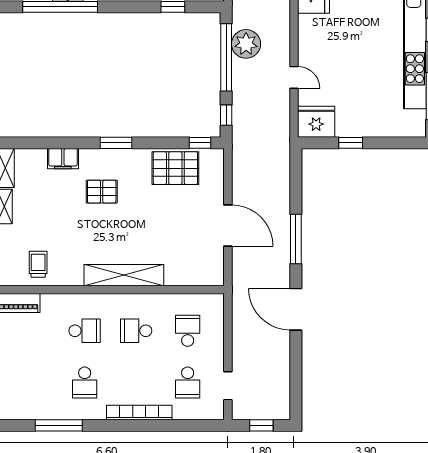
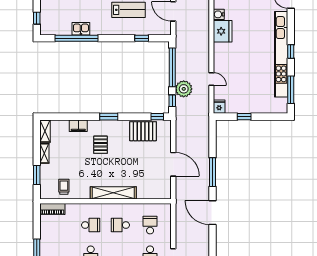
plant: (246, 44) -> (184, 89), moved
fridge: (316, 122) -> (219, 107), width x0.53, depth x0.75
pallet: (102, 192) -> (100, 145), turned 90

